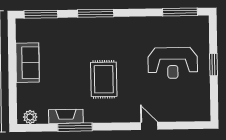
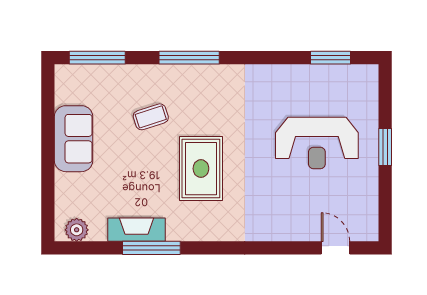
window: (180, 12) -> (330, 58), width x0.69
coffee table: (73, 49) -> (151, 117), added
door: (149, 126) -> (335, 248), moved

